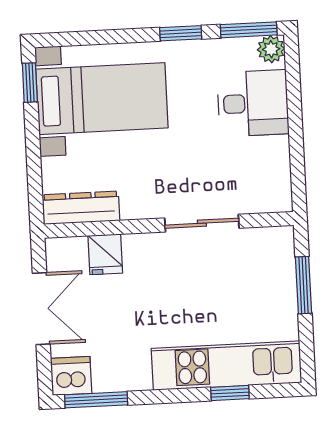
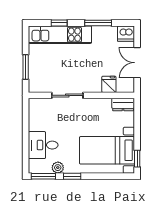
plant: (271, 49) -> (58, 168), moved
dresser: (81, 208) -> (123, 105), width x0.70
window: (96, 400) -> (98, 23), moved

